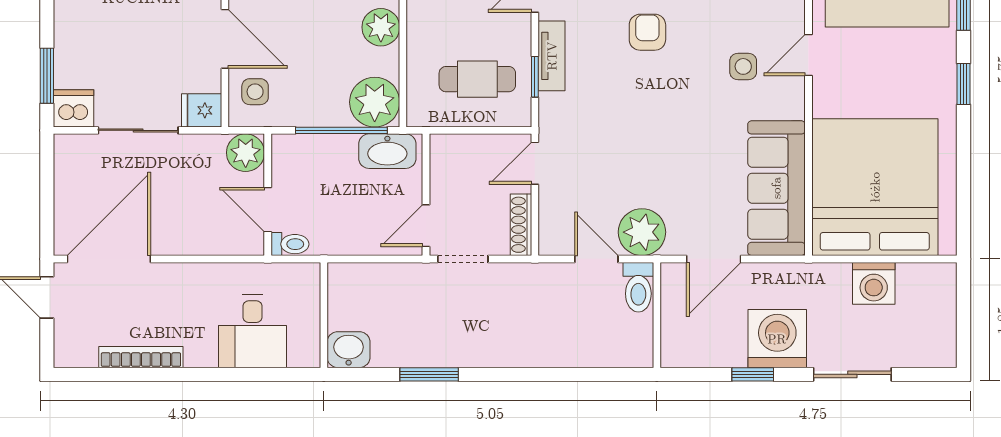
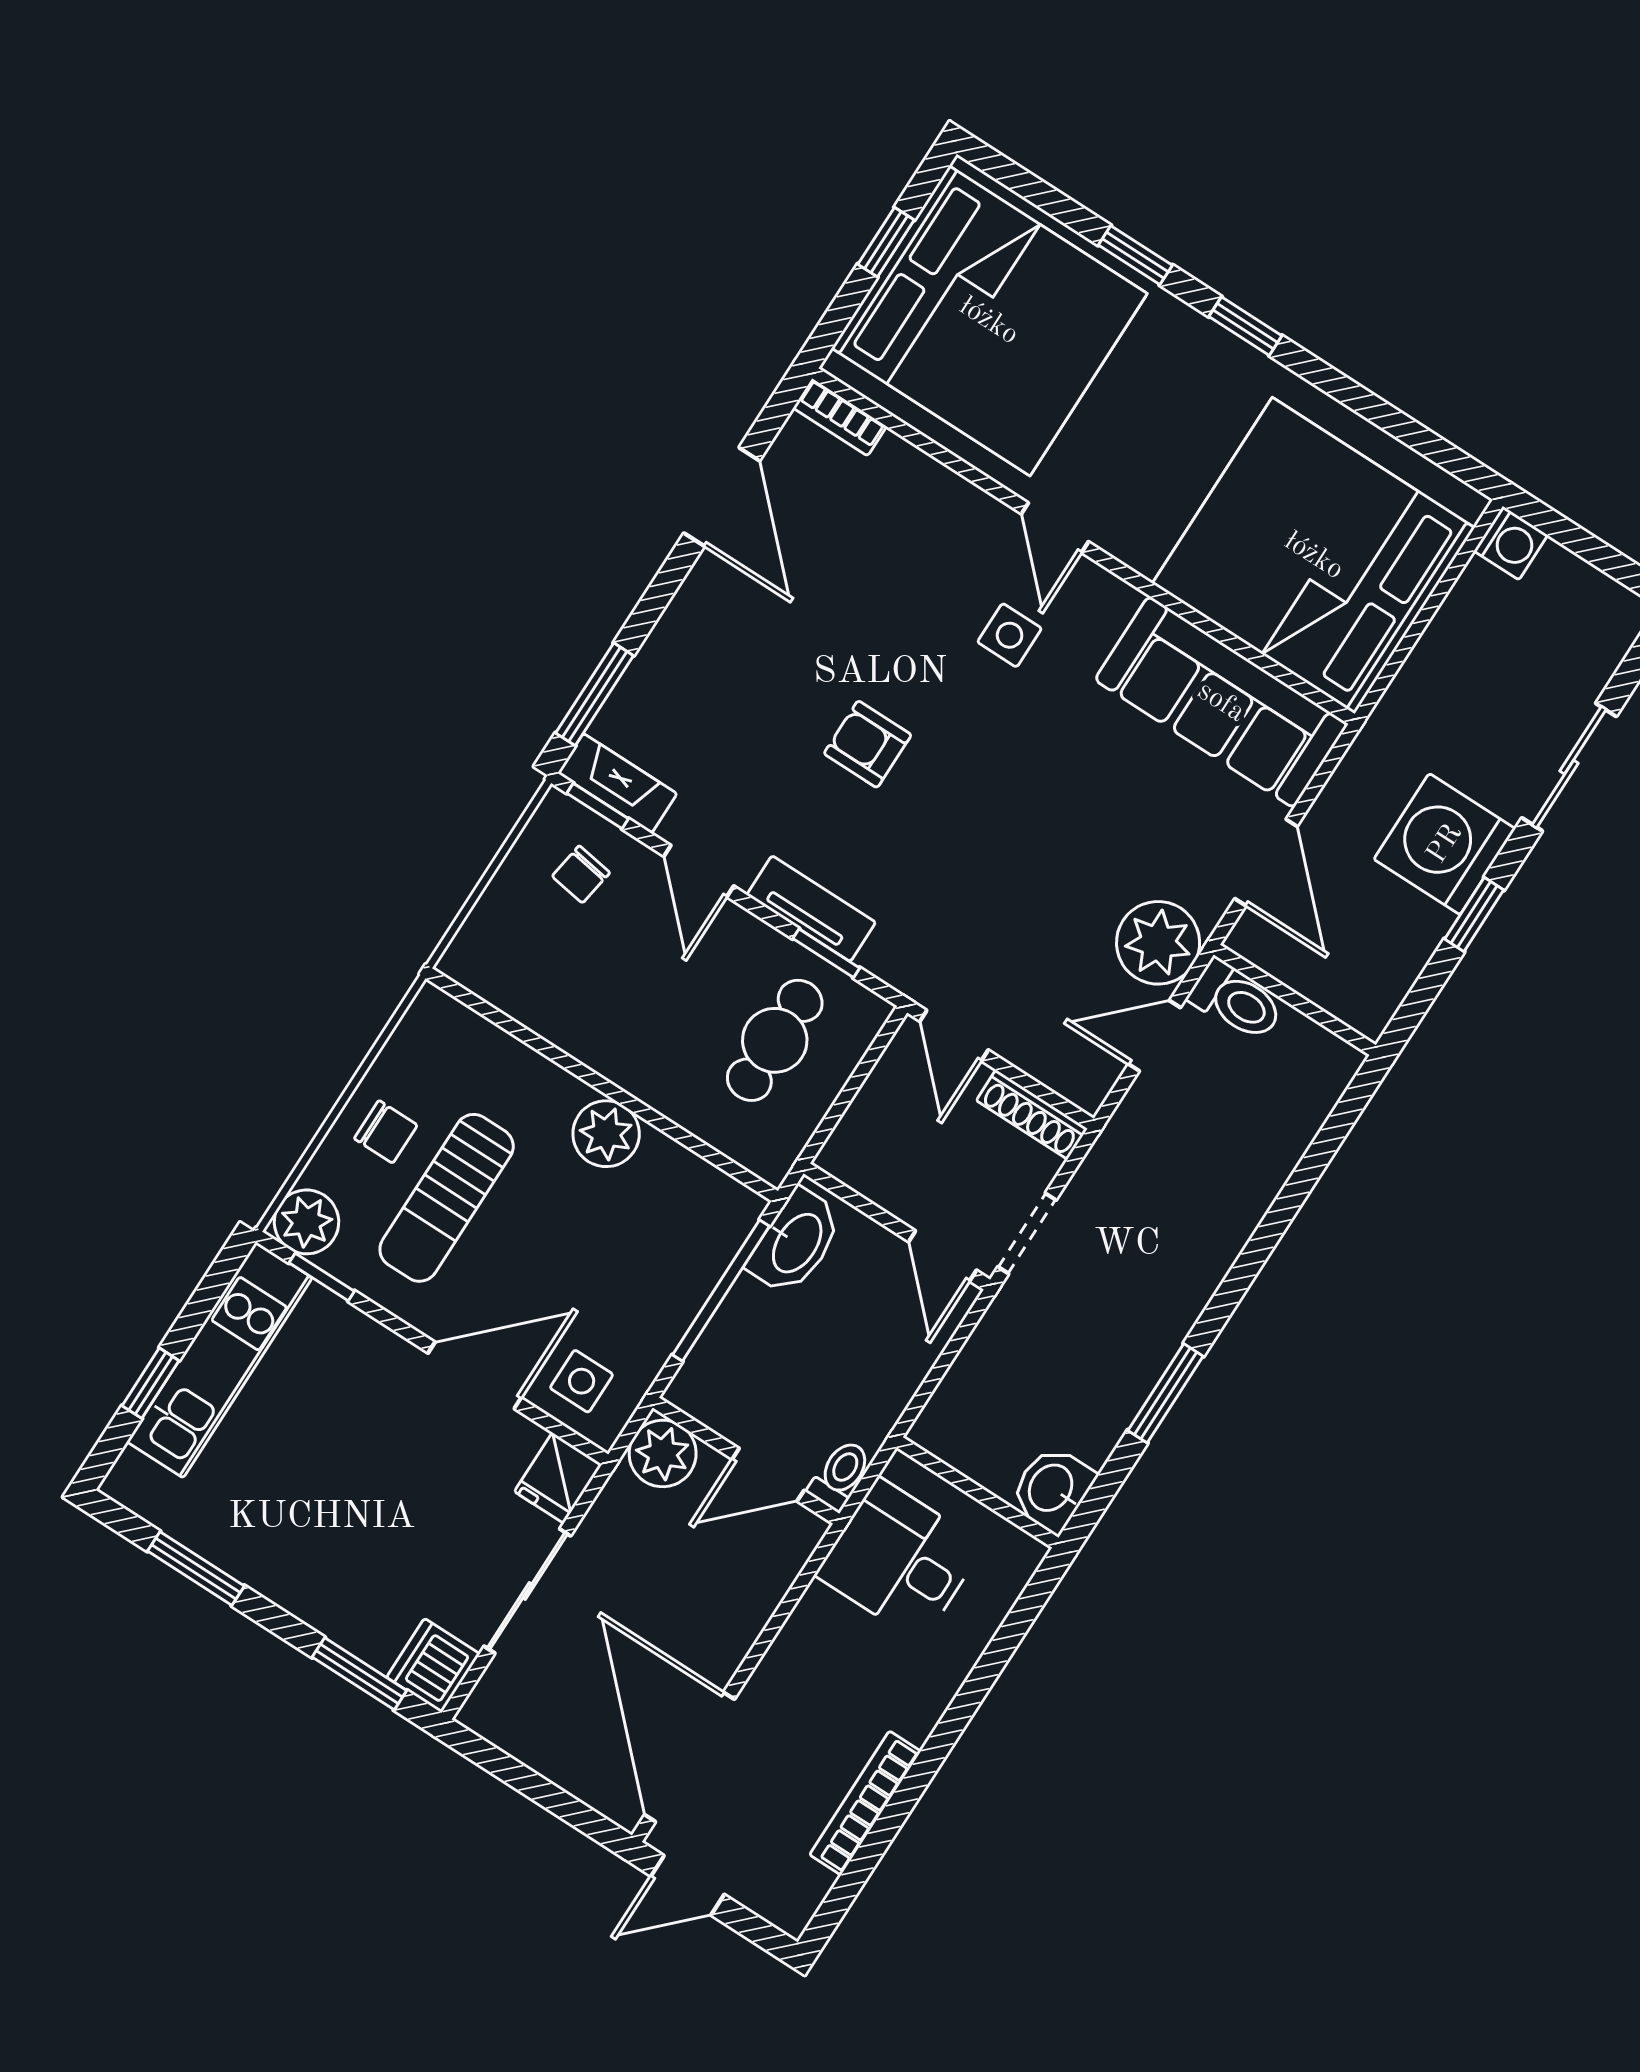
plant: (375, 102) -> (711, 1214), removed
washing machine: (874, 283) -> (1511, 543), moved, width x0.73, depth x0.73
desk: (252, 331) -> (900, 1560), moved, turned 180

